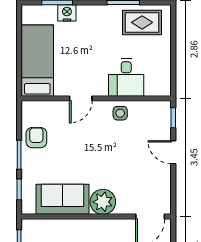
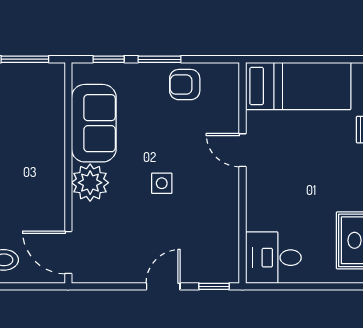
desk: (126, 77) -> (273, 258), moved
side table: (120, 113) -> (162, 183), moved
armchair: (36, 138) -> (185, 85), turned 180

